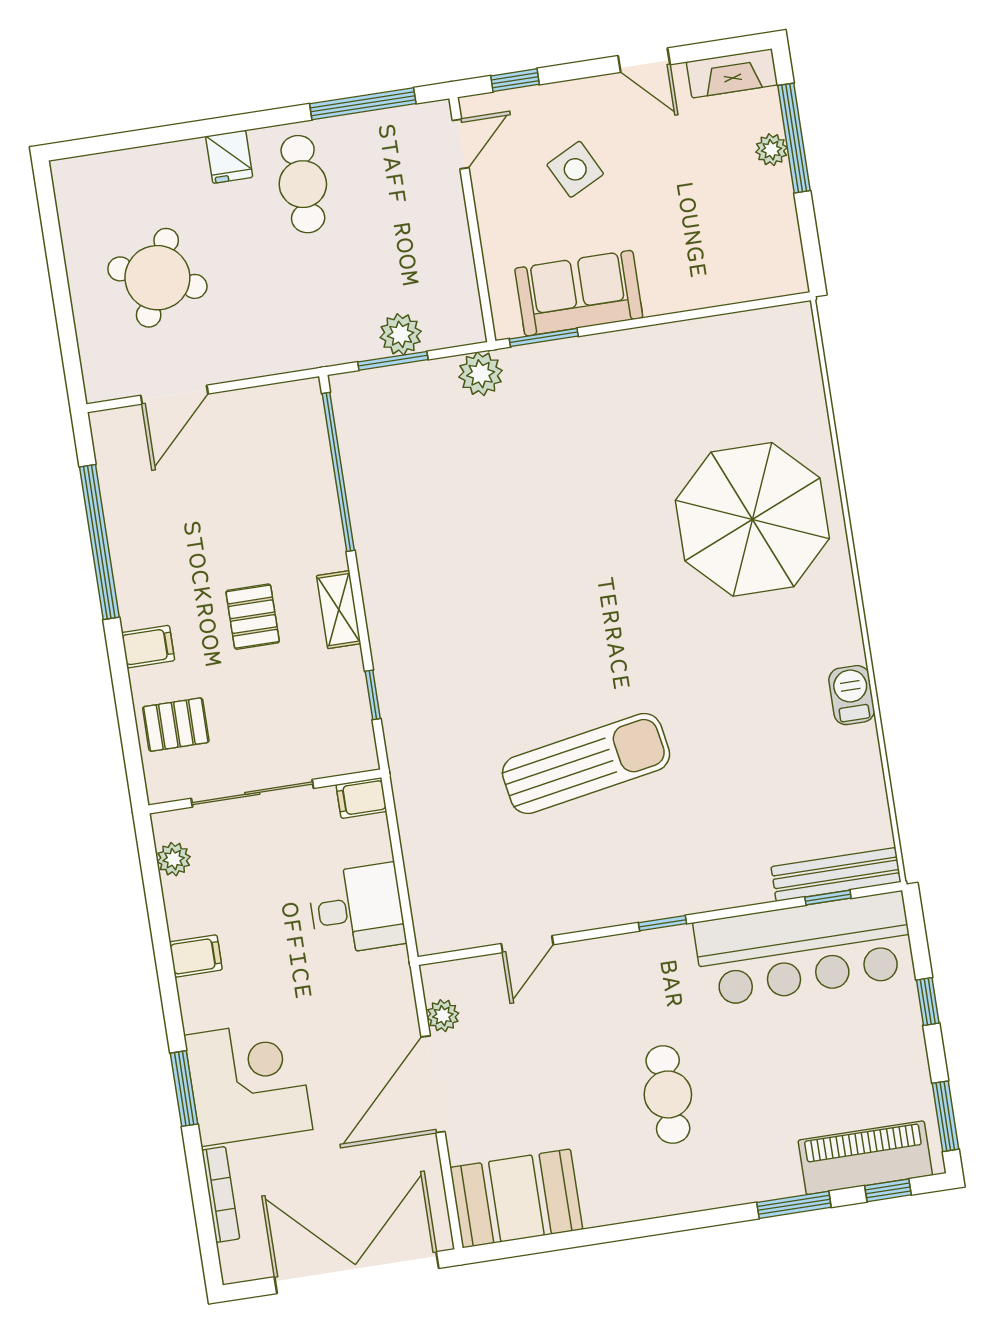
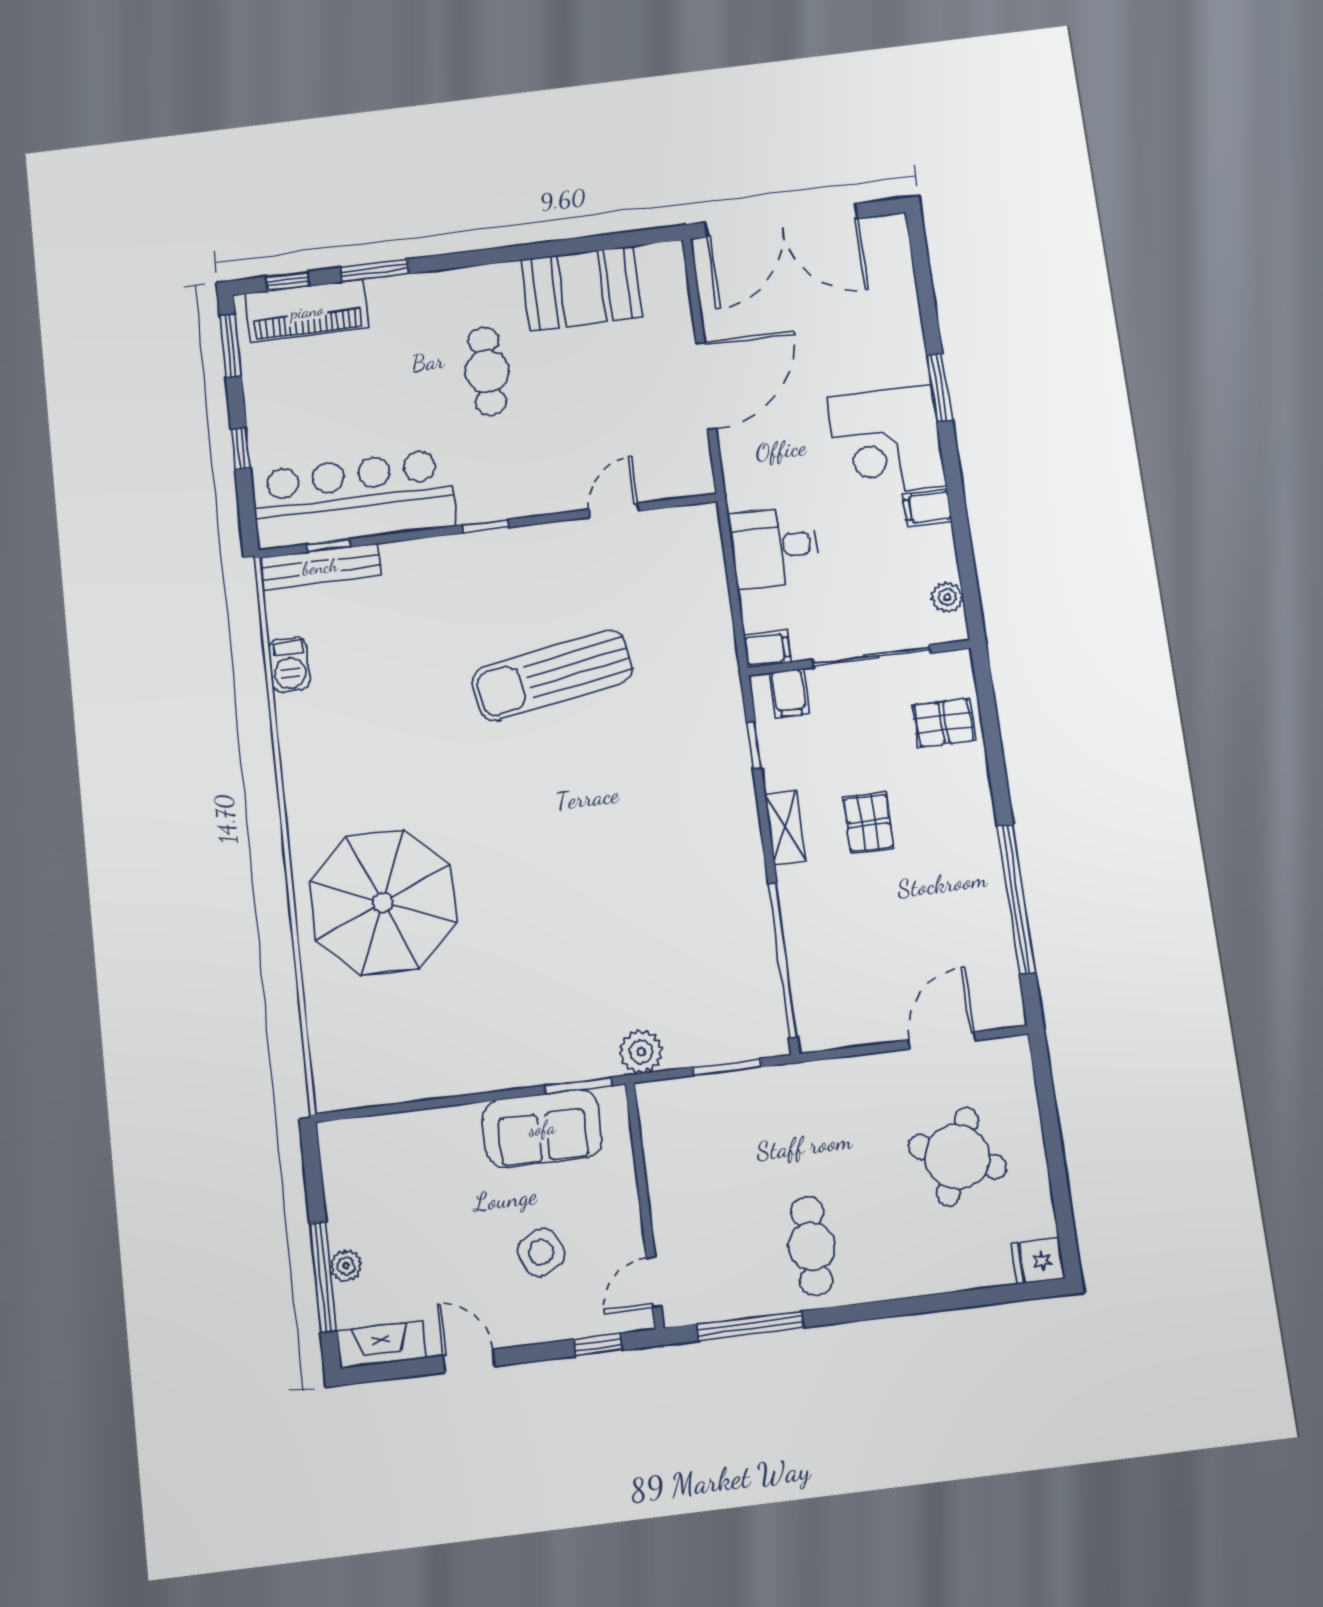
fridge: (229, 157) -> (1038, 1261), moved, turned -90
plant: (401, 334) -> (718, 1093), removed
filing cabinet: (148, 647) -> (789, 693), moved, turned -90
barbecue: (852, 695) -> (289, 665), moved
plant: (443, 1016) -> (695, 447), removed
corner desk: (248, 1082) -> (886, 441), moved
bookcase: (221, 1194) -> (907, 292), removed
booth: (516, 1198) -> (581, 288), moved

